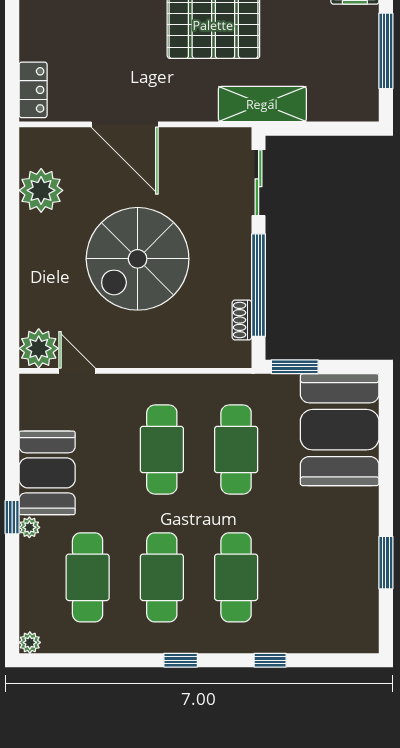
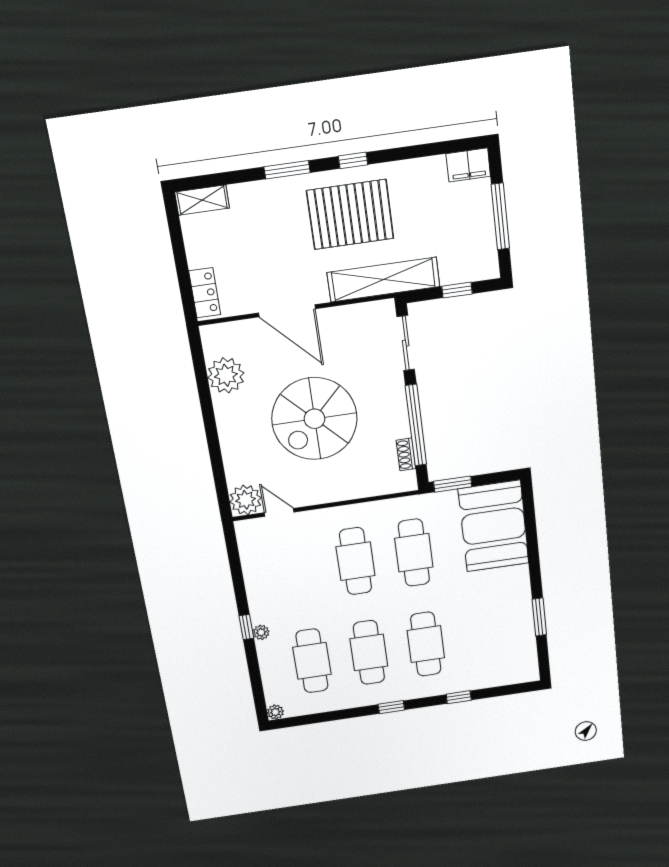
shelving: (262, 104) -> (383, 280), width x1.47
window: (326, 129) -> (457, 290), added
booth: (47, 473) -> (268, 591), removed

